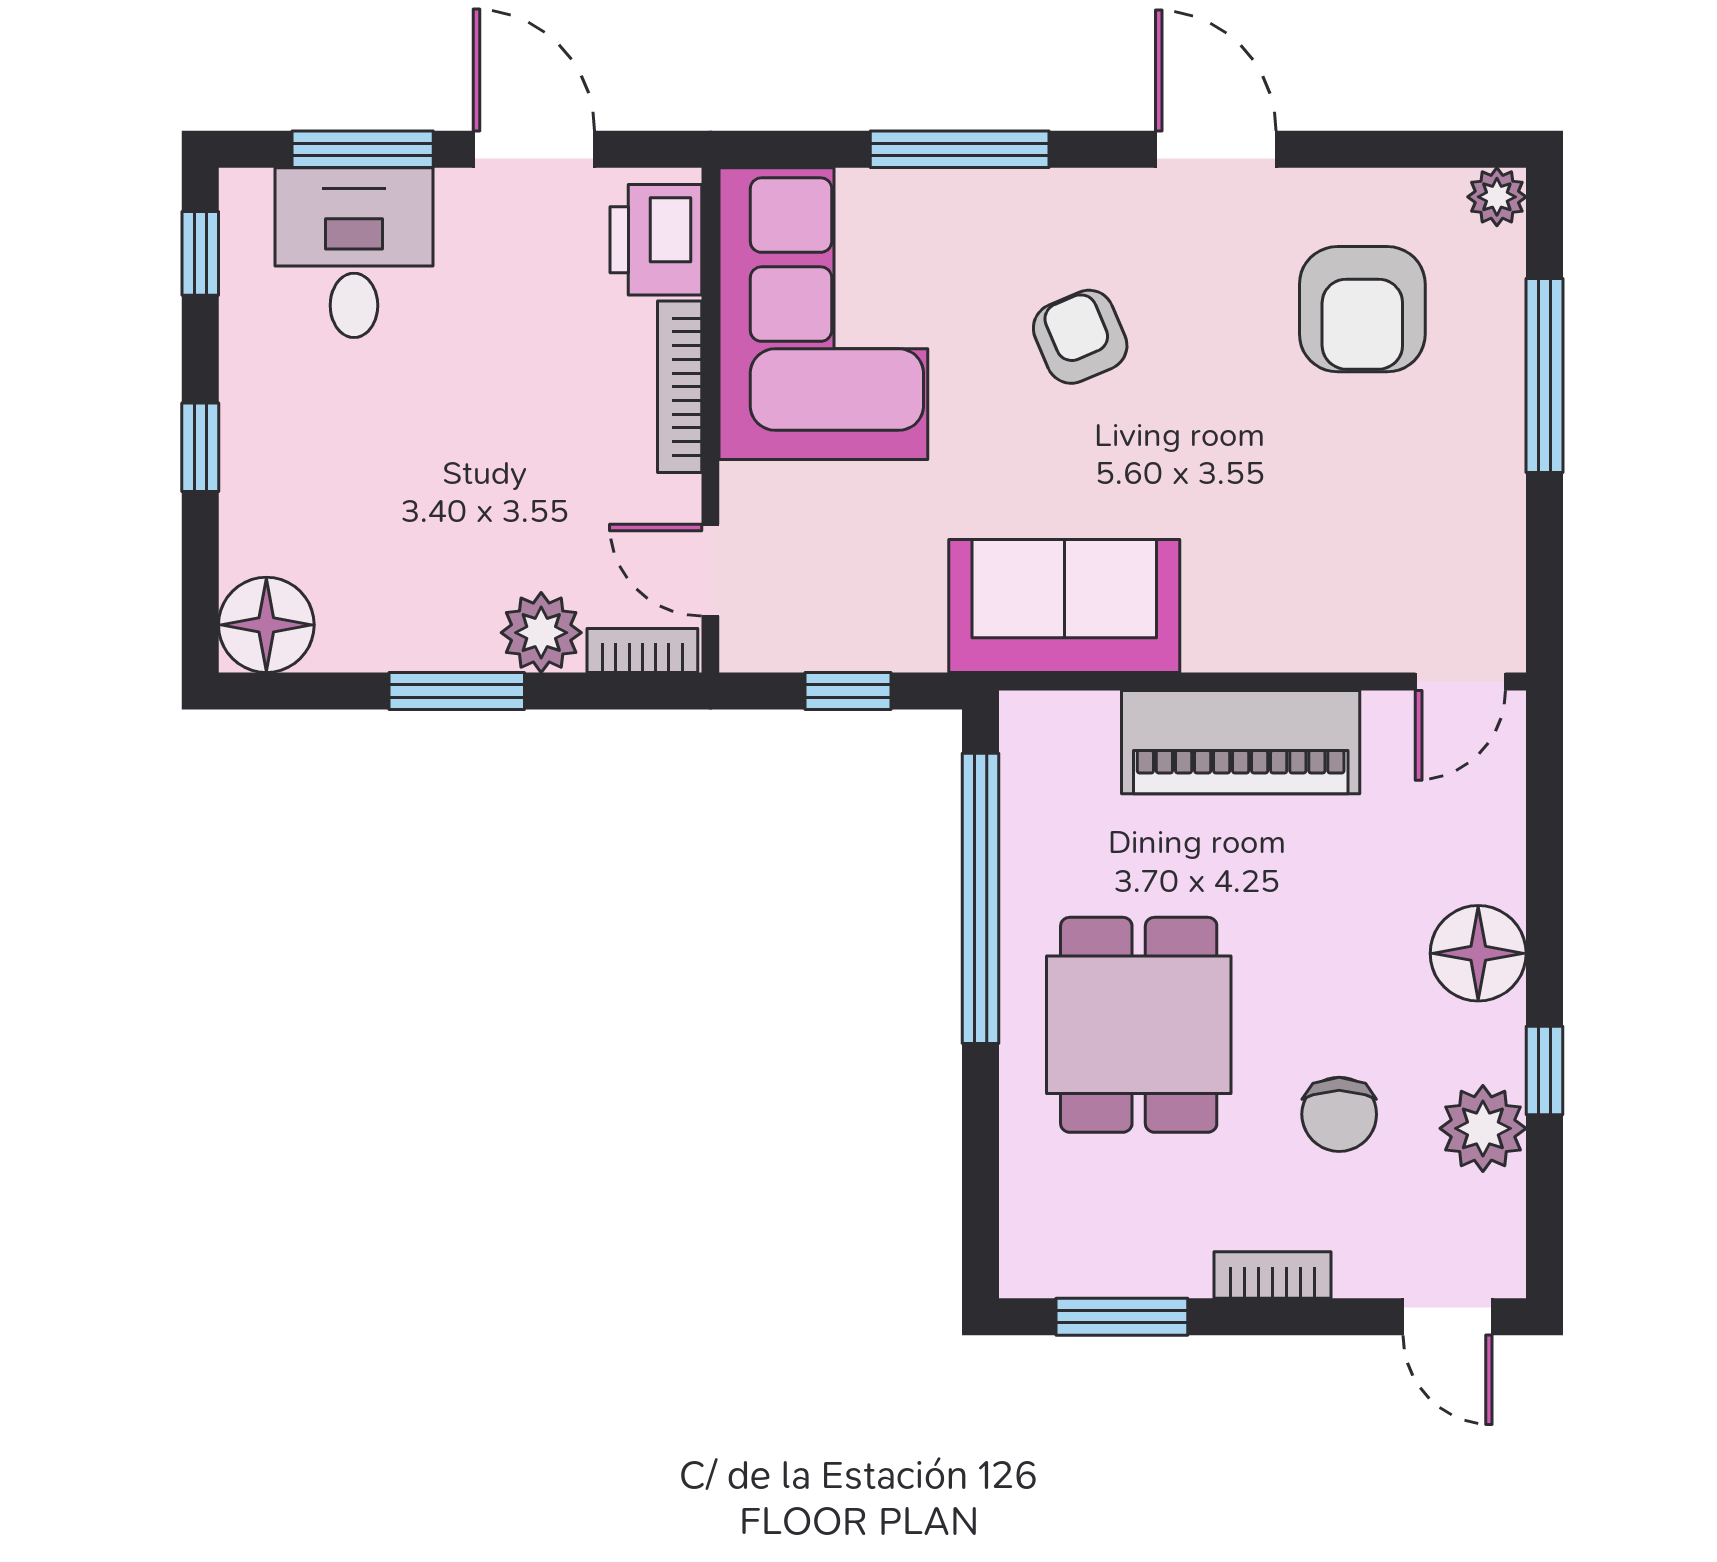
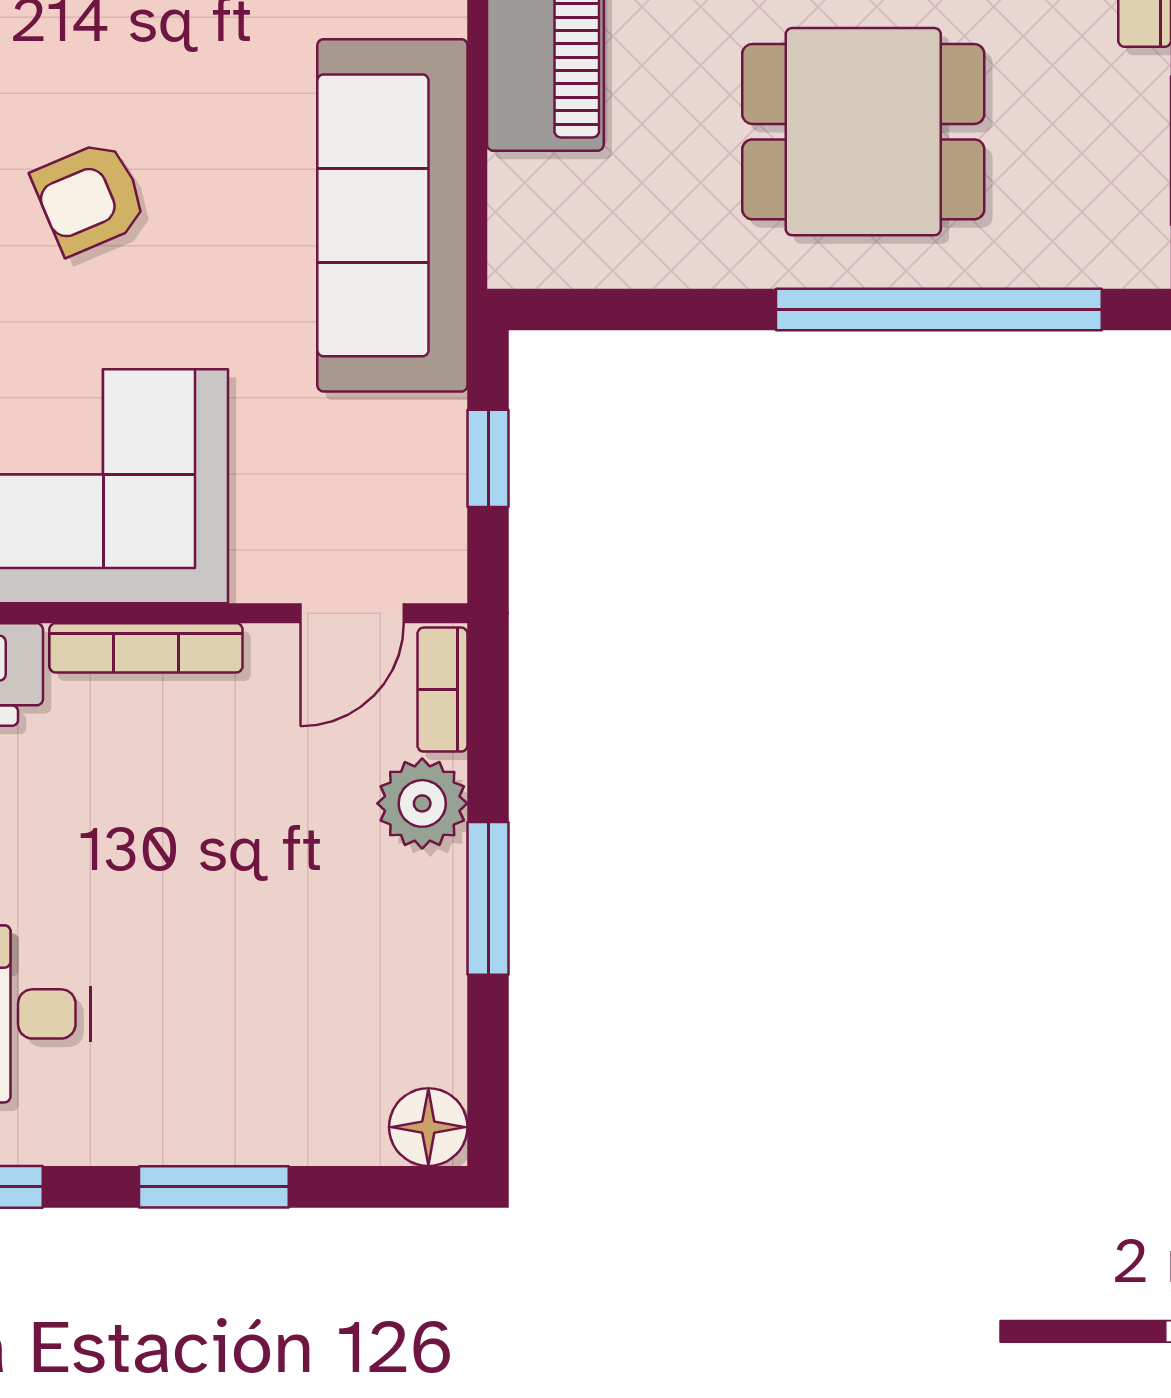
window: (200, 447) -> (214, 1187), width x1.50
sofa: (1064, 606) -> (392, 215), width x1.36
floor lamp: (266, 625) -> (428, 1127), width x0.73, depth x0.73
window: (981, 898) -> (939, 309), moved

